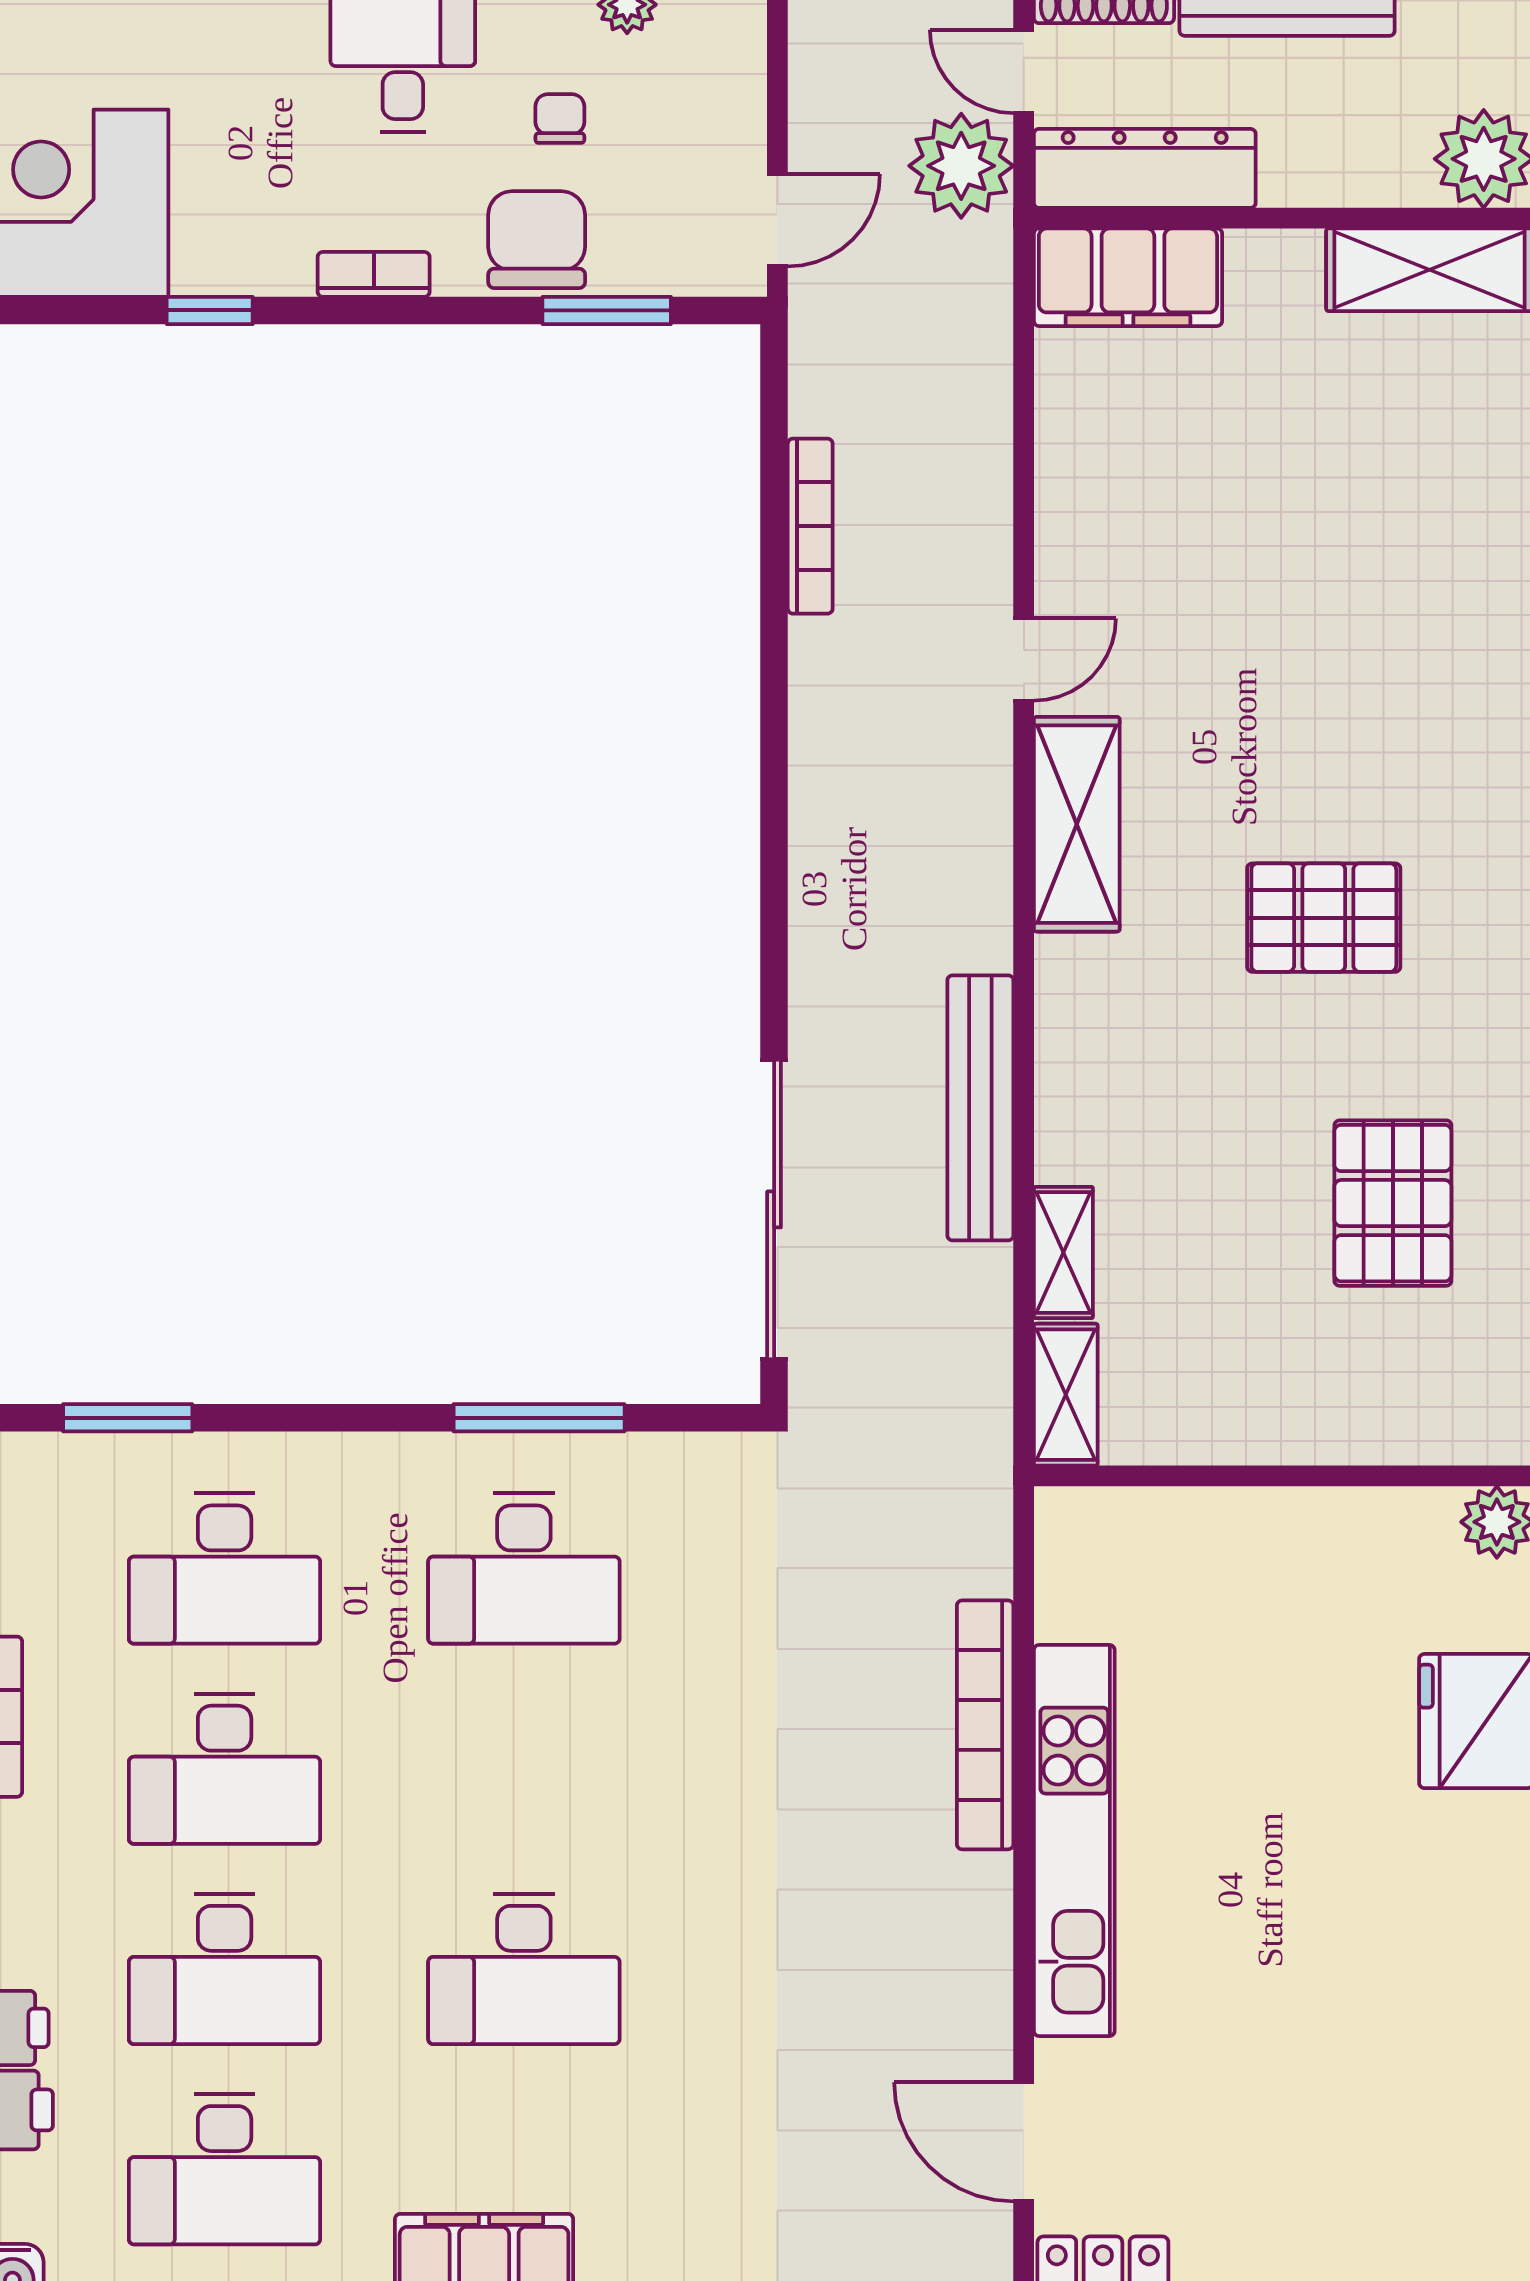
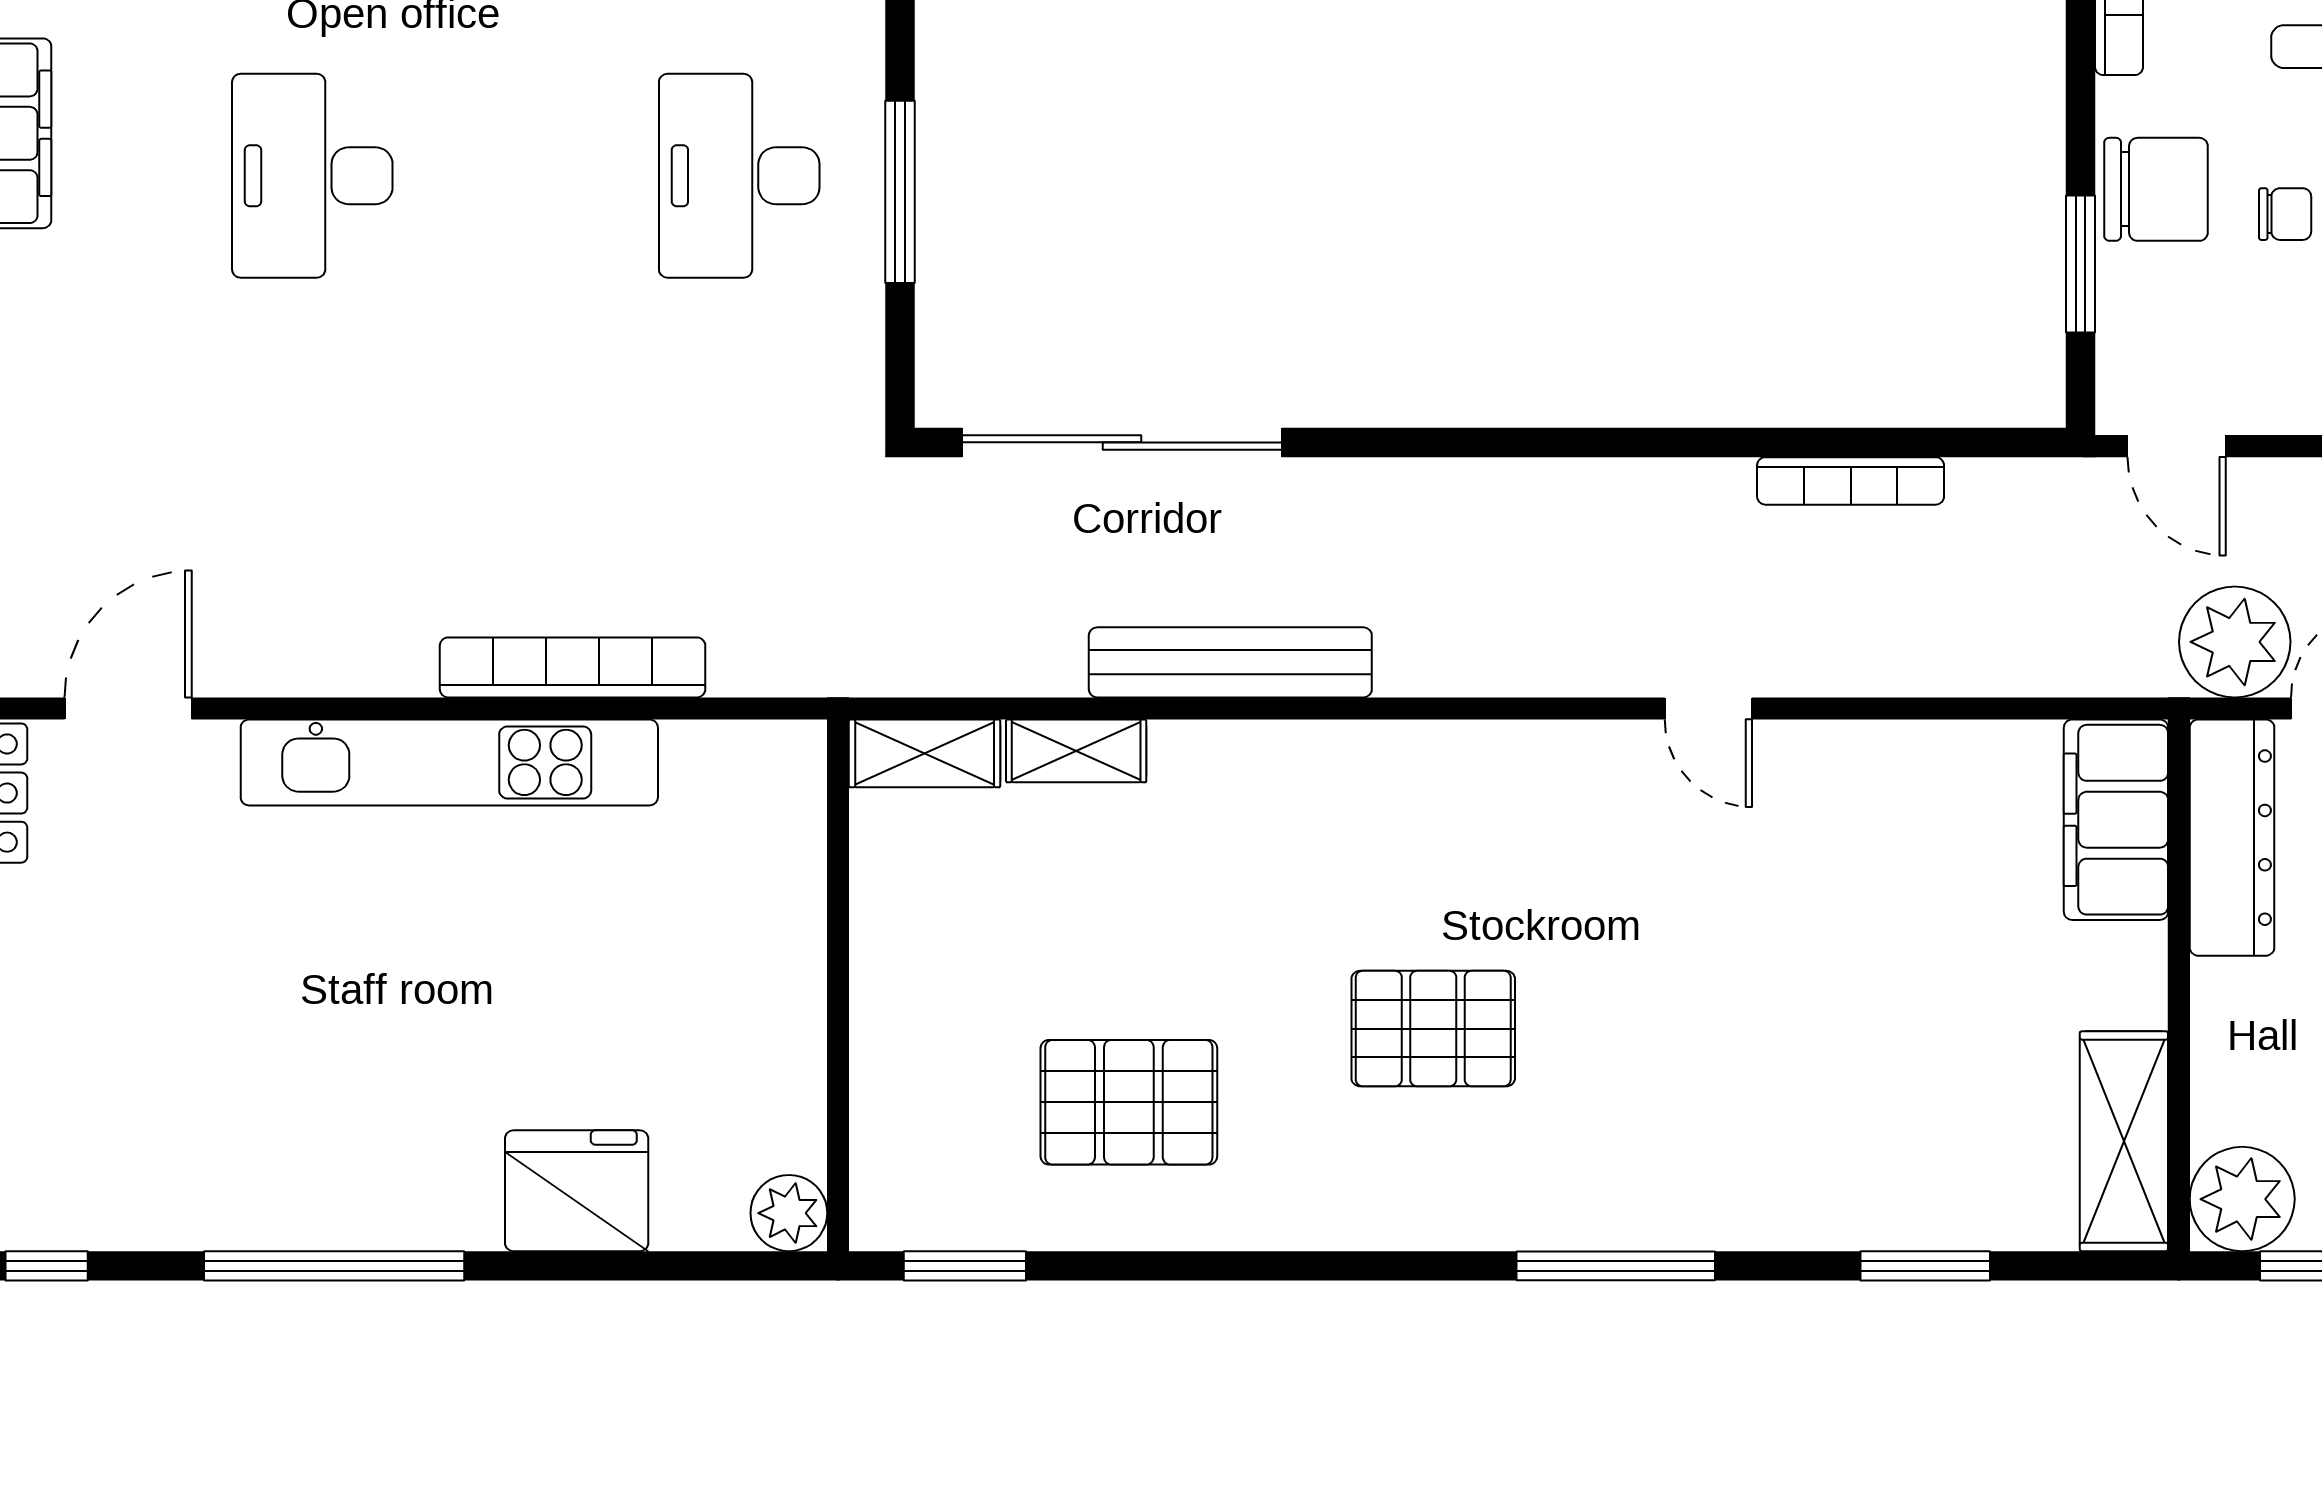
shelving: (1077, 824) -> (1533, 765), removed
pallet: (1324, 918) -> (1433, 1029), turned 90

